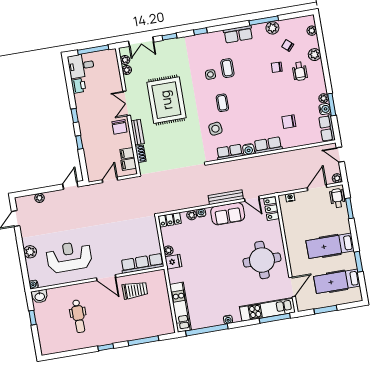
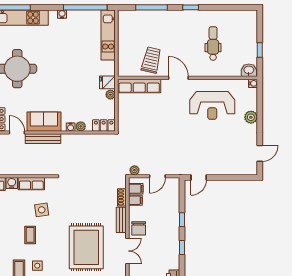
chair: (119, 127) -> (139, 228), turned 180
plant: (39, 198) -> (134, 170), moved
trolley: (135, 290) -> (151, 60), turned 103

